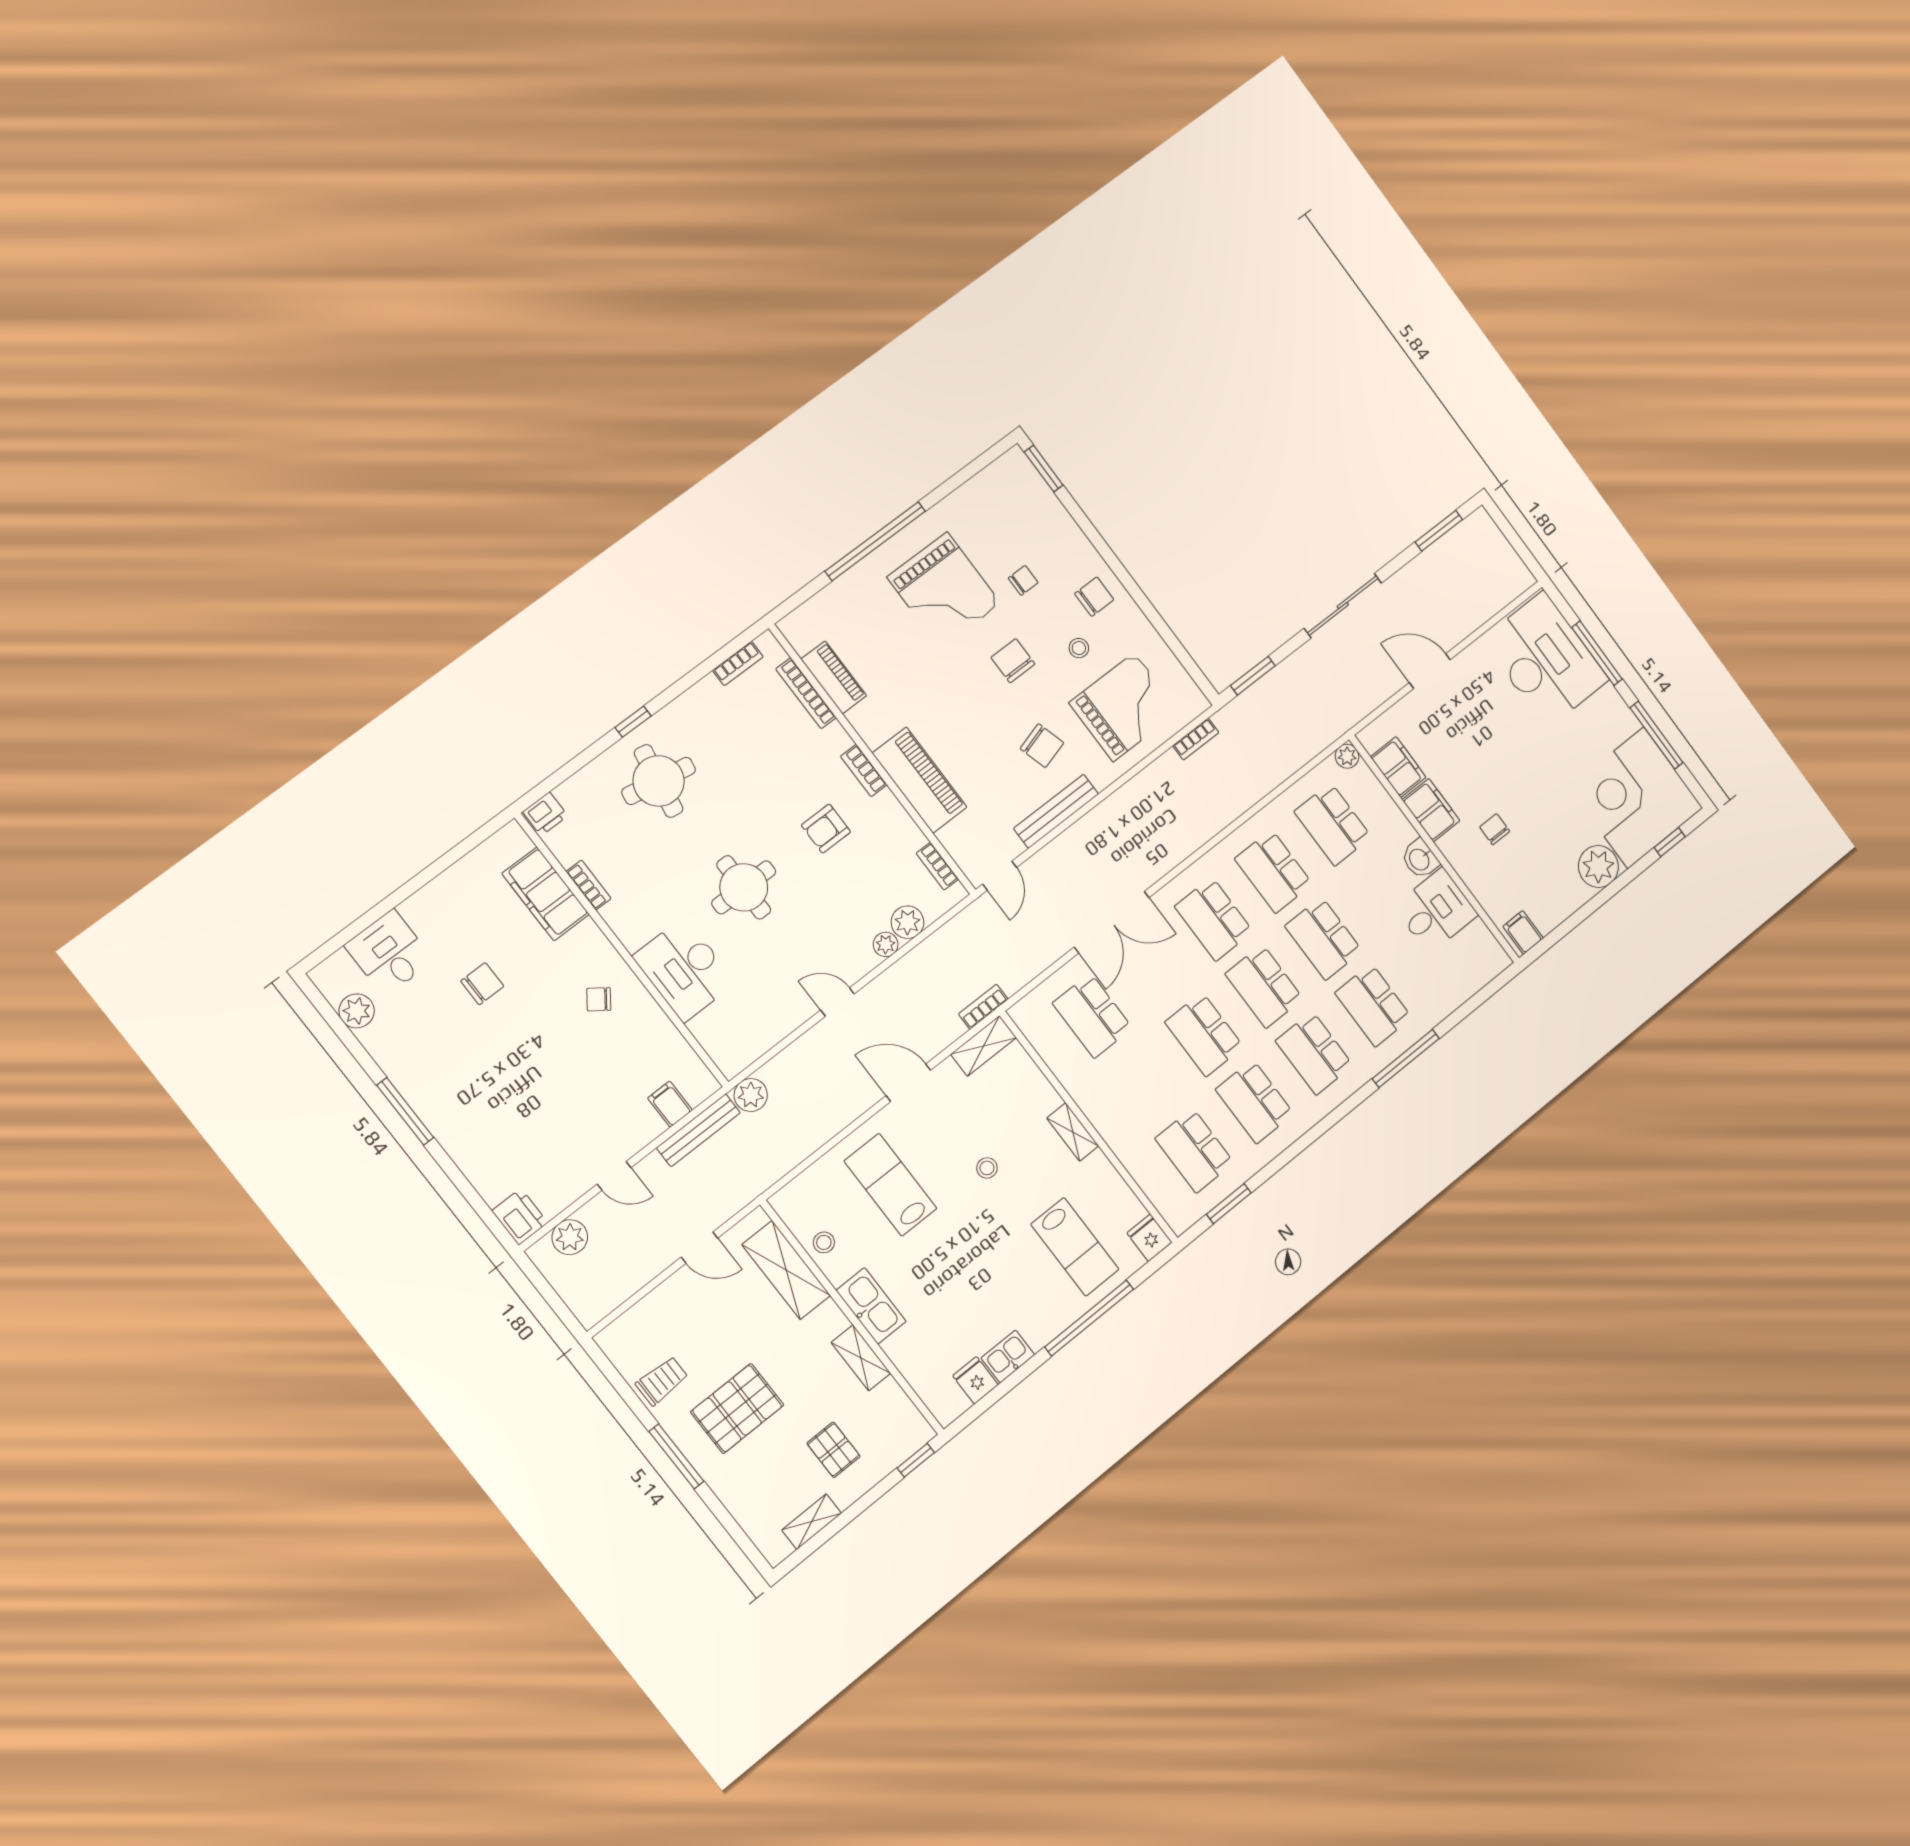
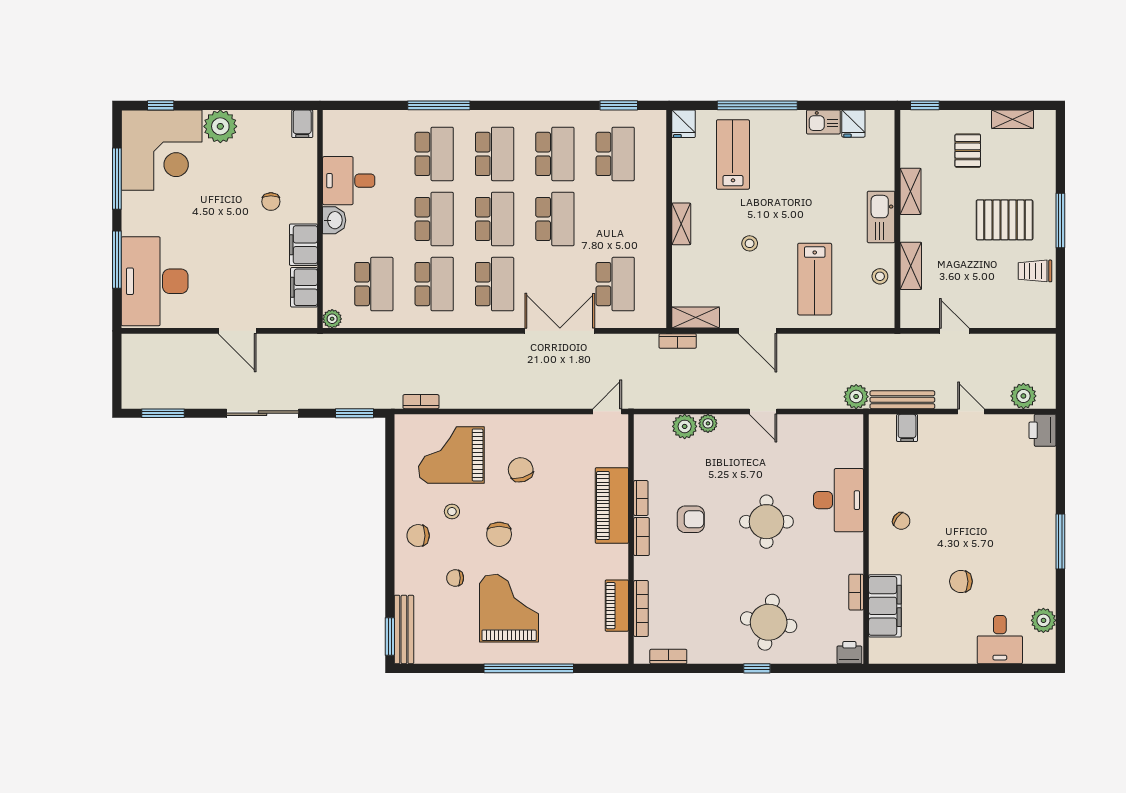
bench: (1056, 811) -> (404, 629), moved, turned 90
bookcase: (937, 866) -> (641, 498), moved
shelving: (786, 1270) -> (911, 266), width x0.67, depth x0.75

